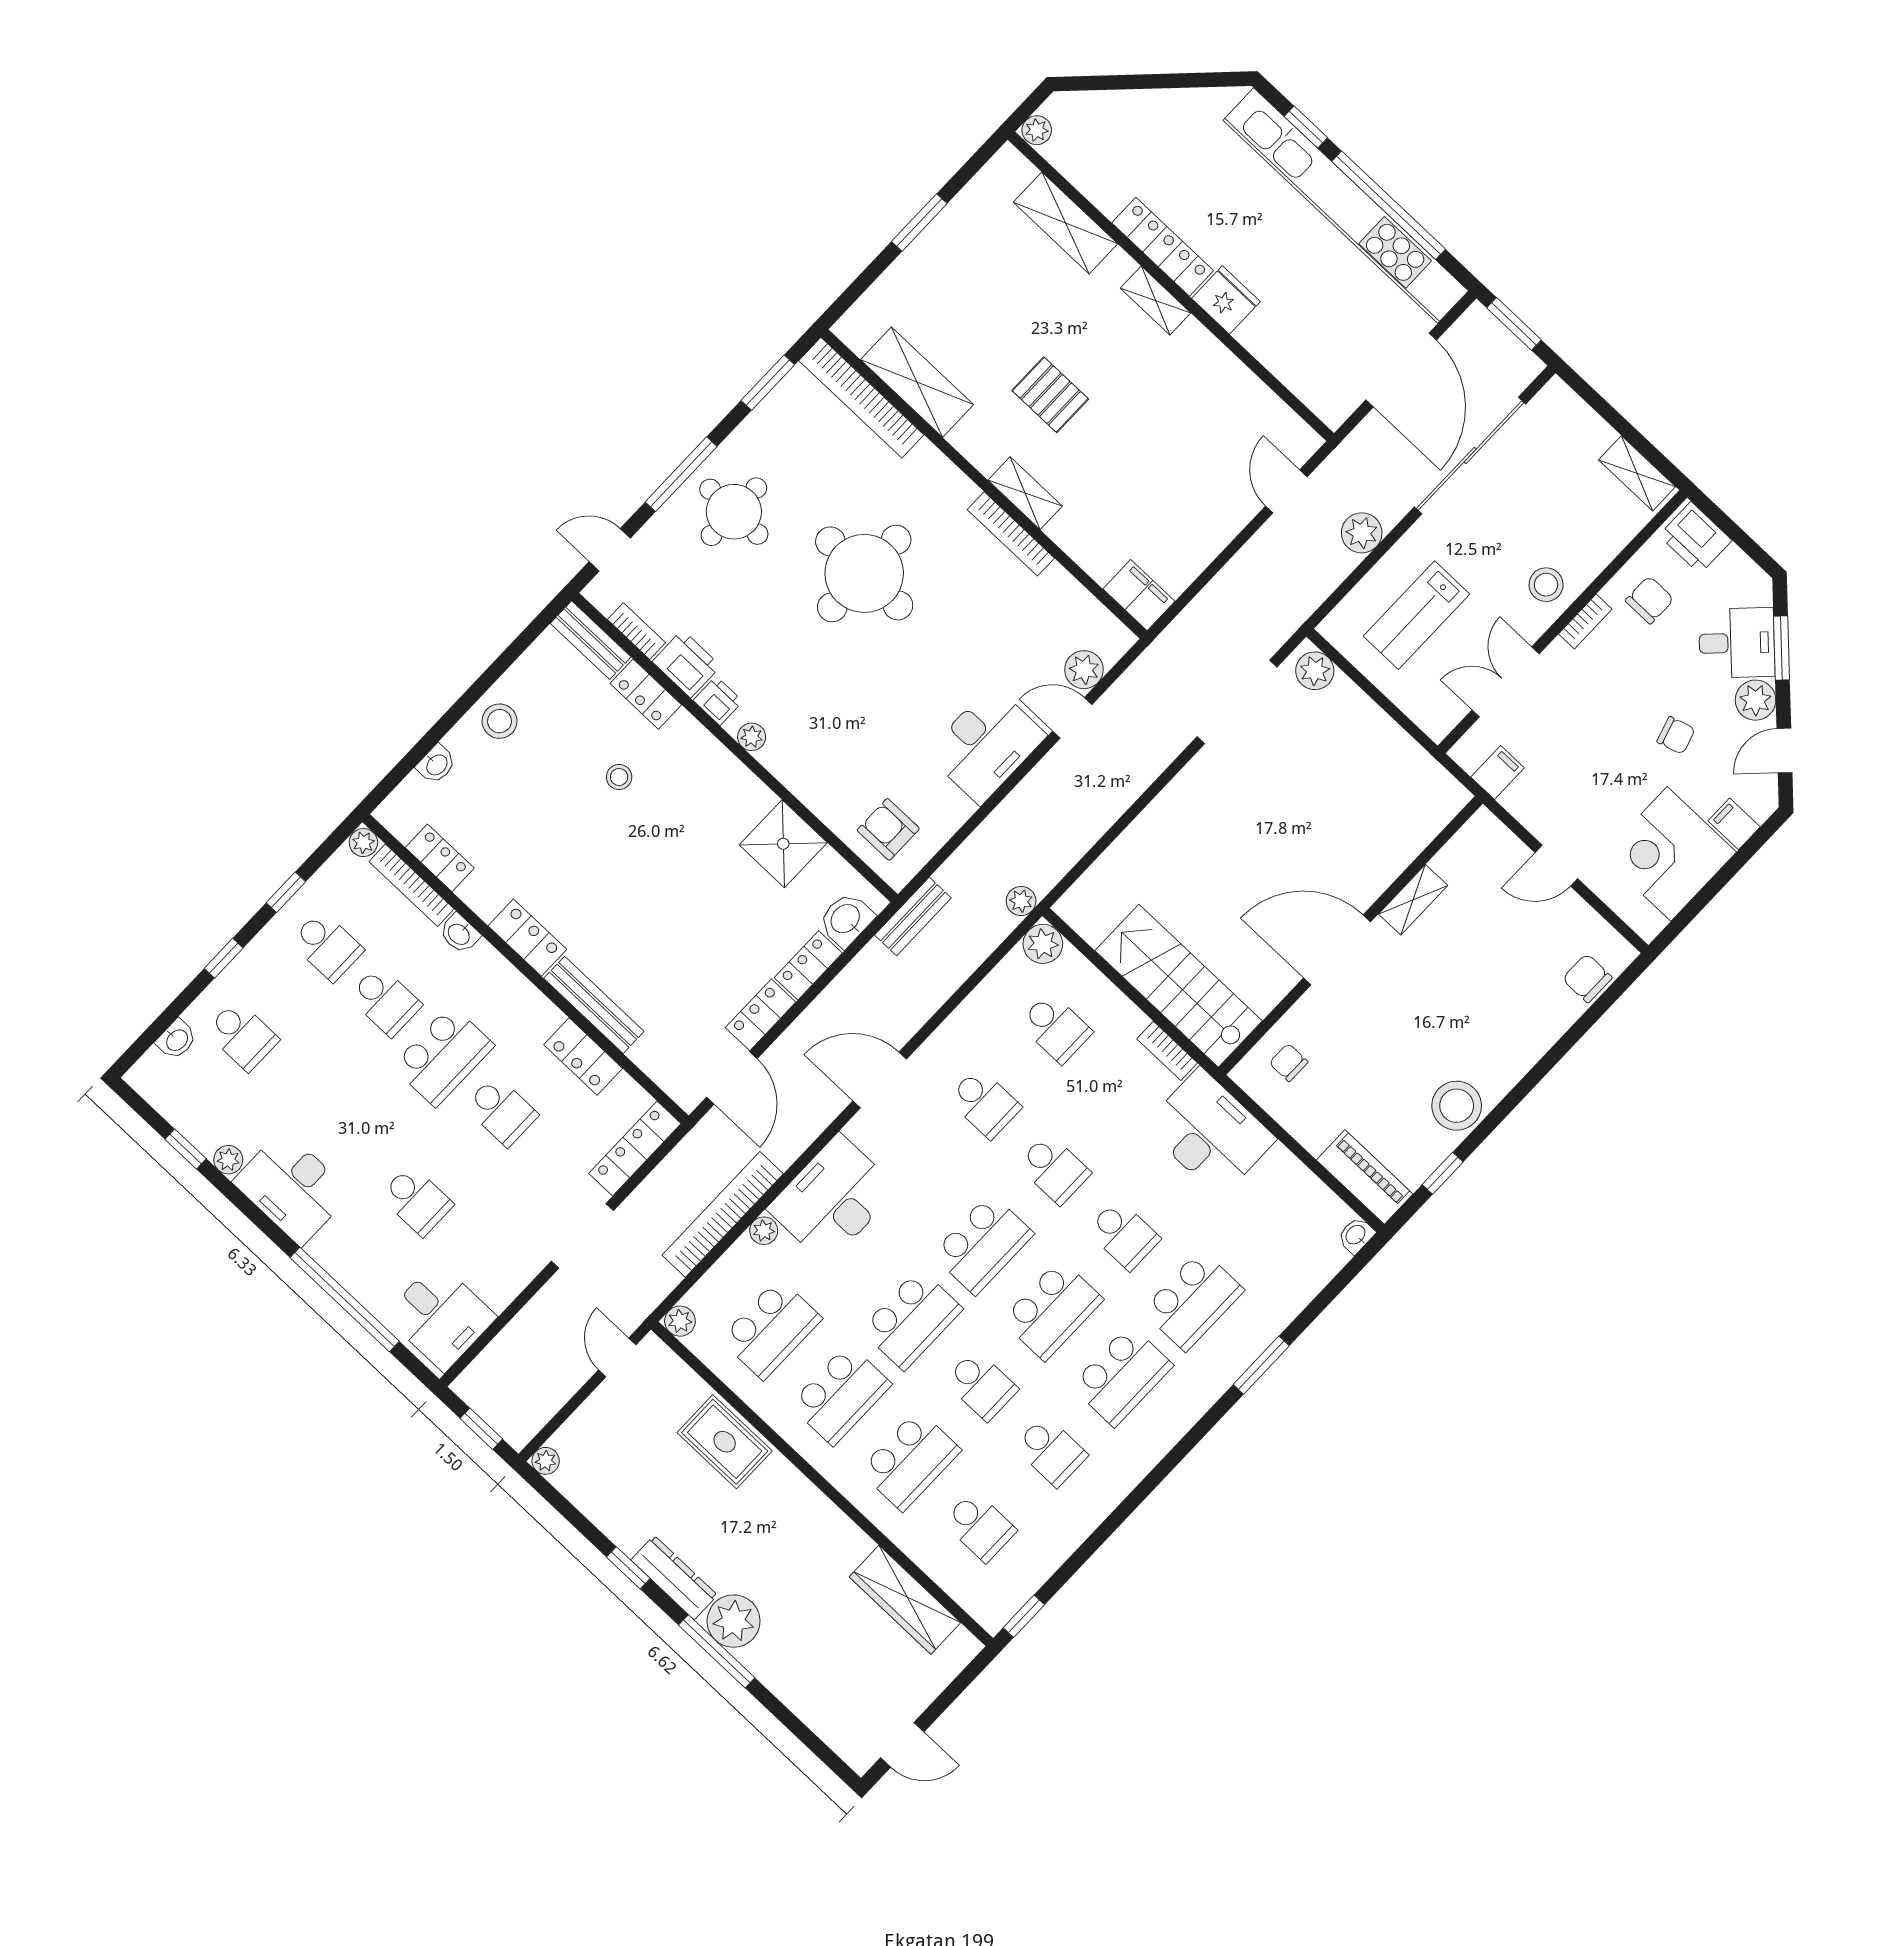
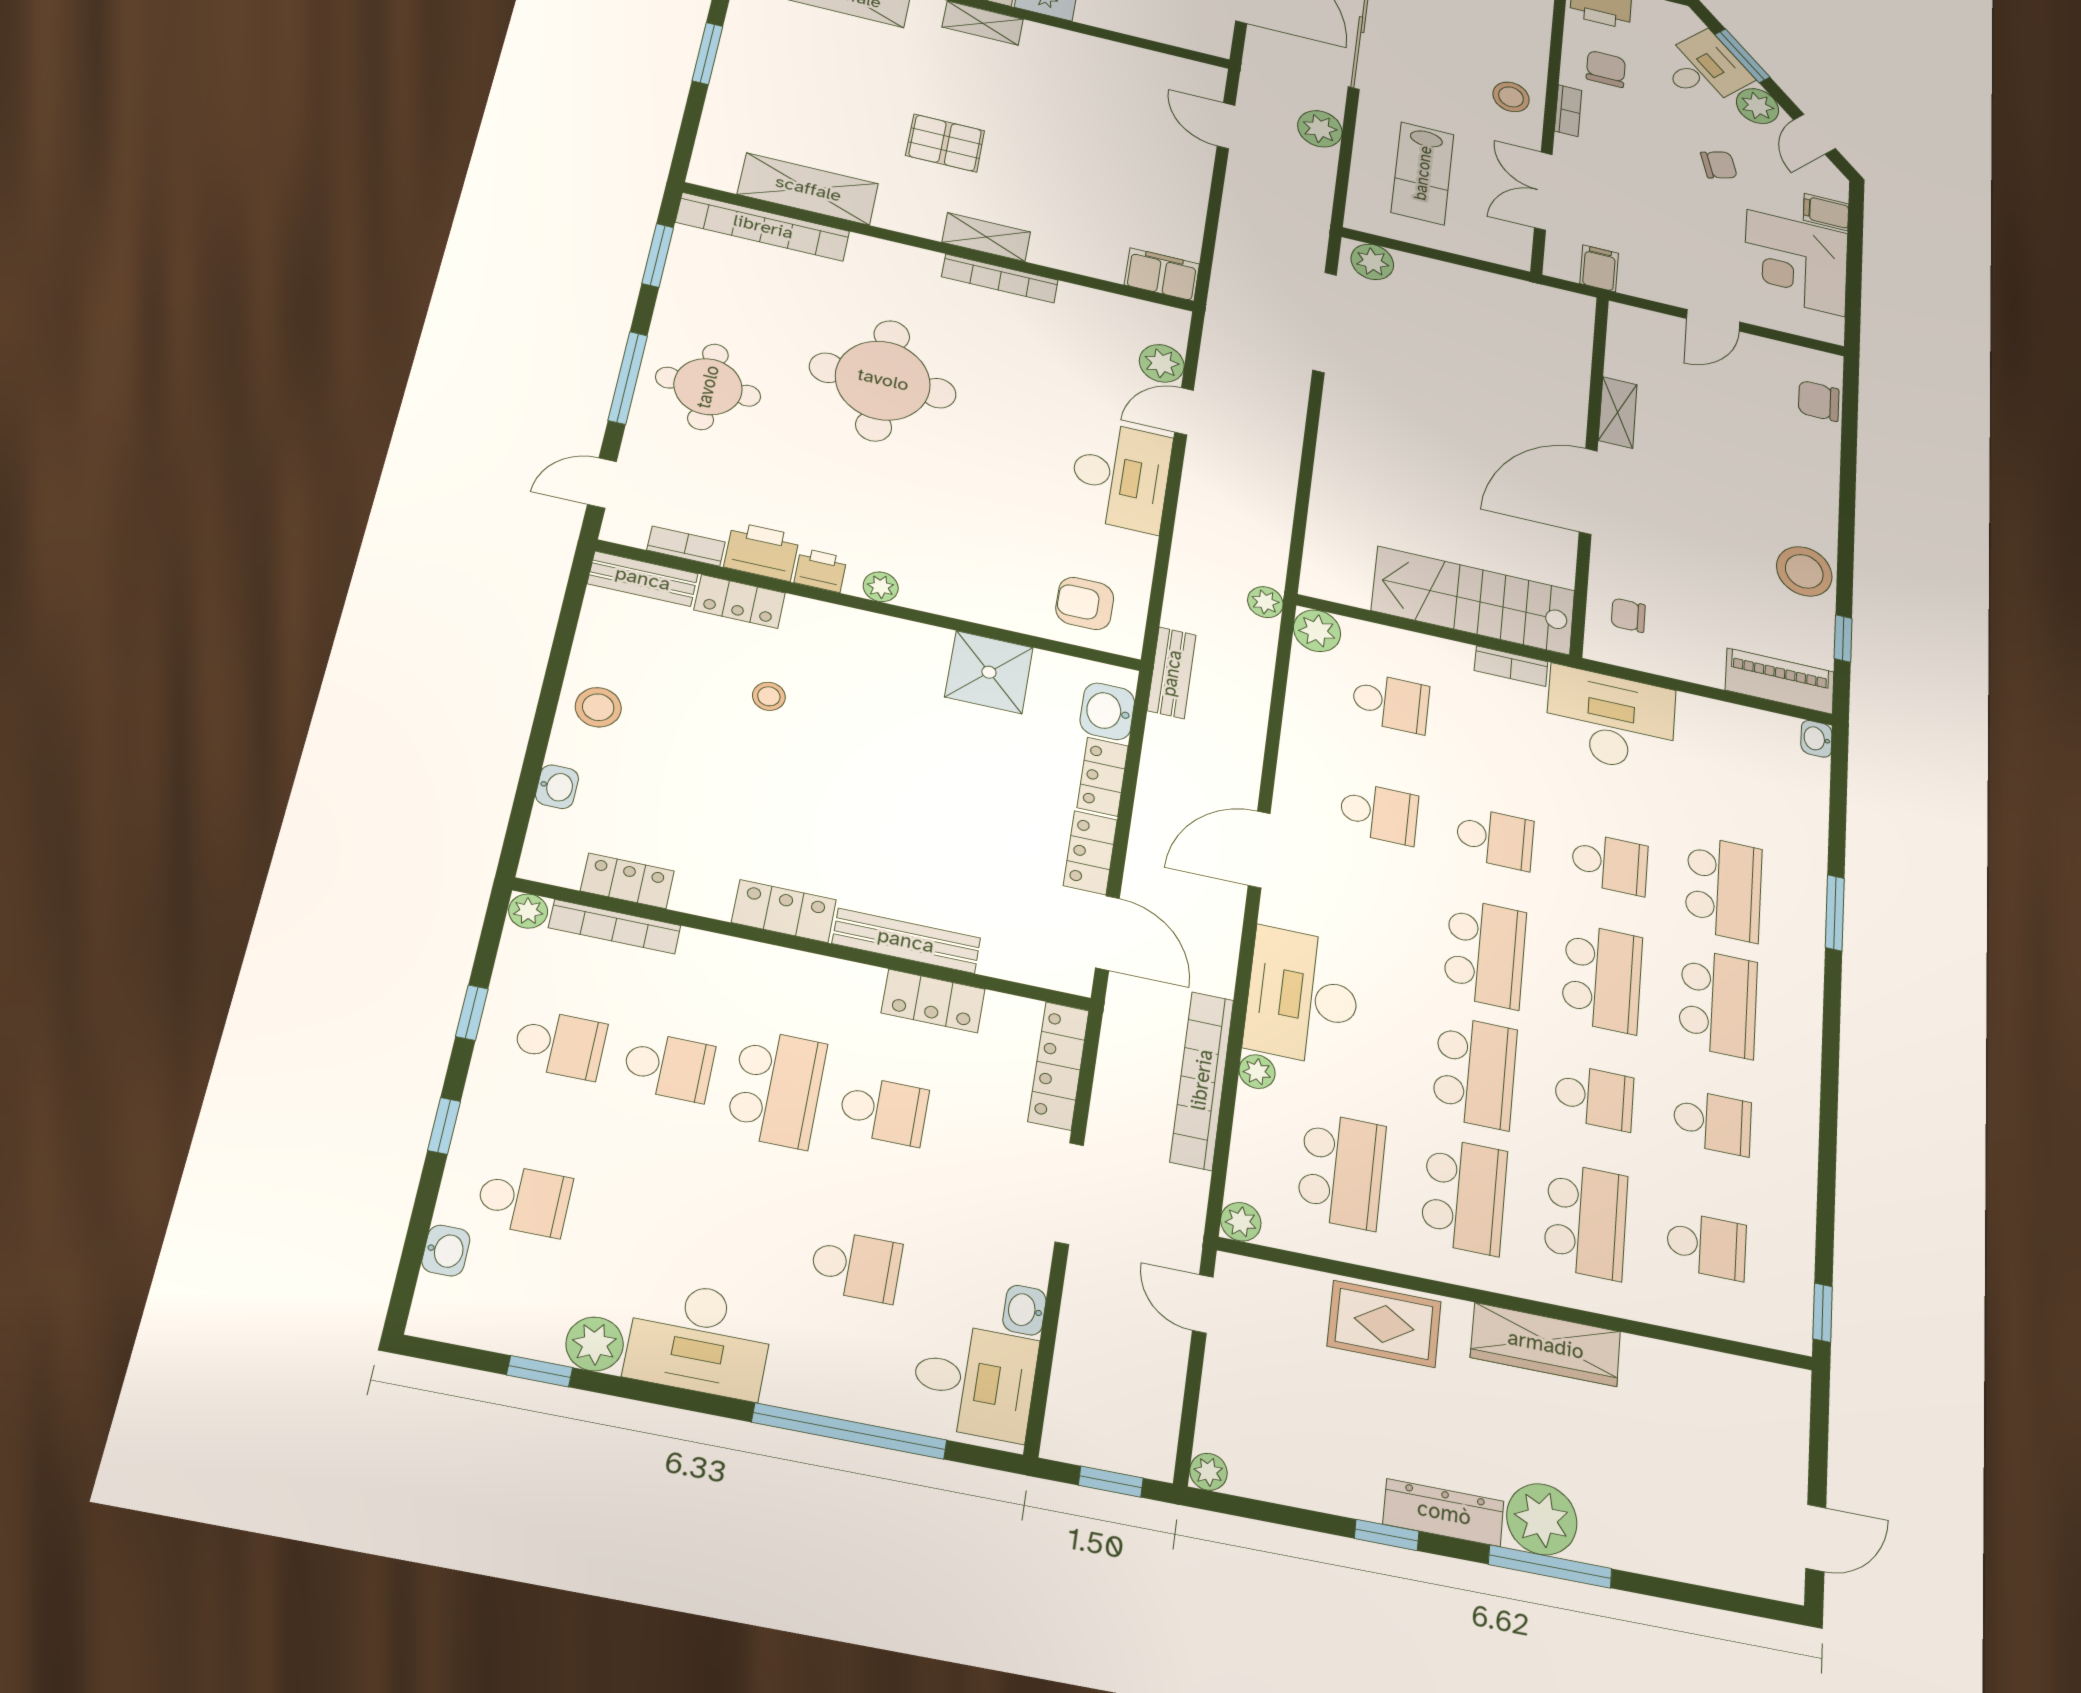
washbasin: (459, 934) -> (1024, 1310), moved, turned 90
plant: (228, 1160) -> (595, 1344), width x1.38, depth x1.38
wardrobe: (905, 1600) -> (1546, 1345), moved

